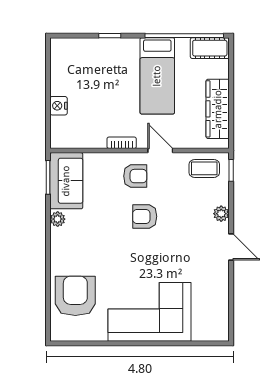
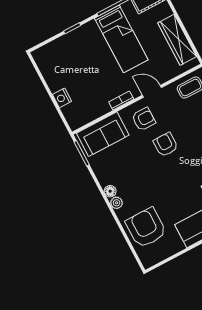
sofa: (66, 181) -> (103, 134), moved, turned 90
armchair: (145, 216) -> (166, 145), turned 90
plant: (58, 219) -> (117, 203), moved
floor lamp: (57, 235) -> (110, 191), added

